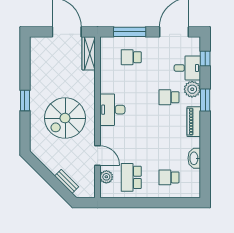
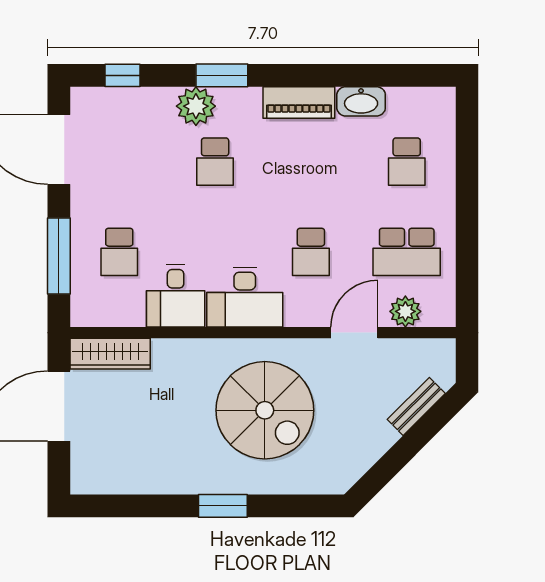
desk: (187, 68) -> (176, 296), moved, turned 180
piano: (194, 122) -> (299, 103), moved
school desk: (131, 137) -> (311, 252), added

